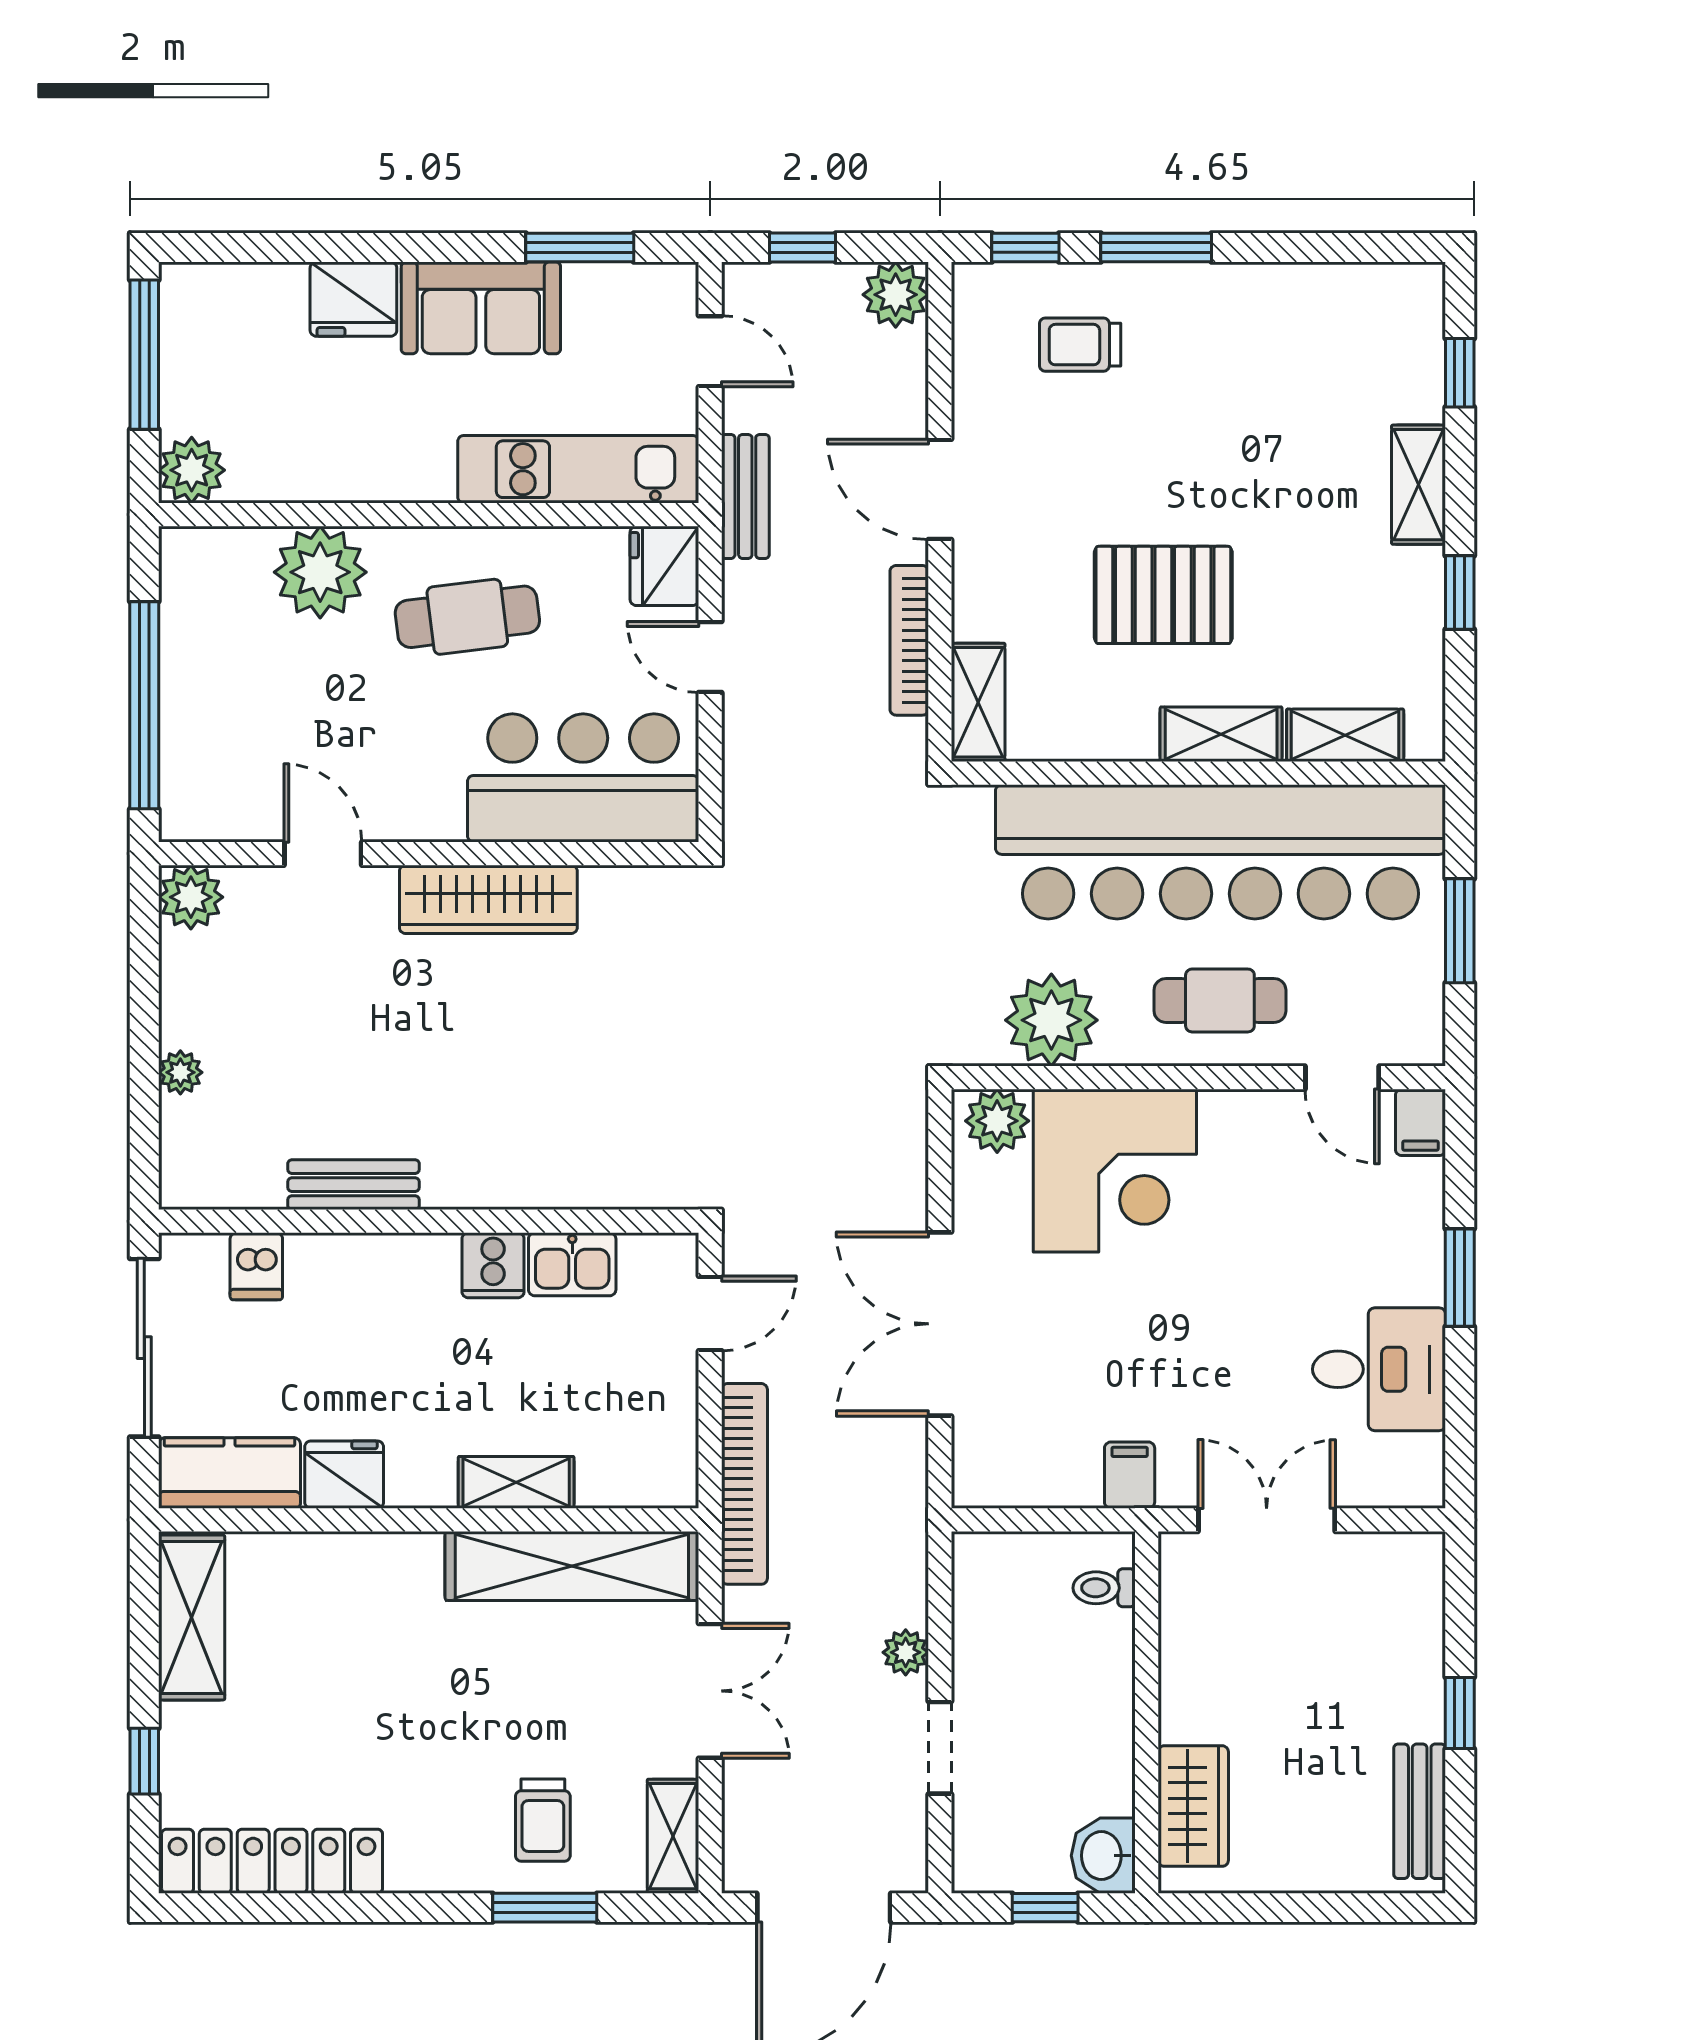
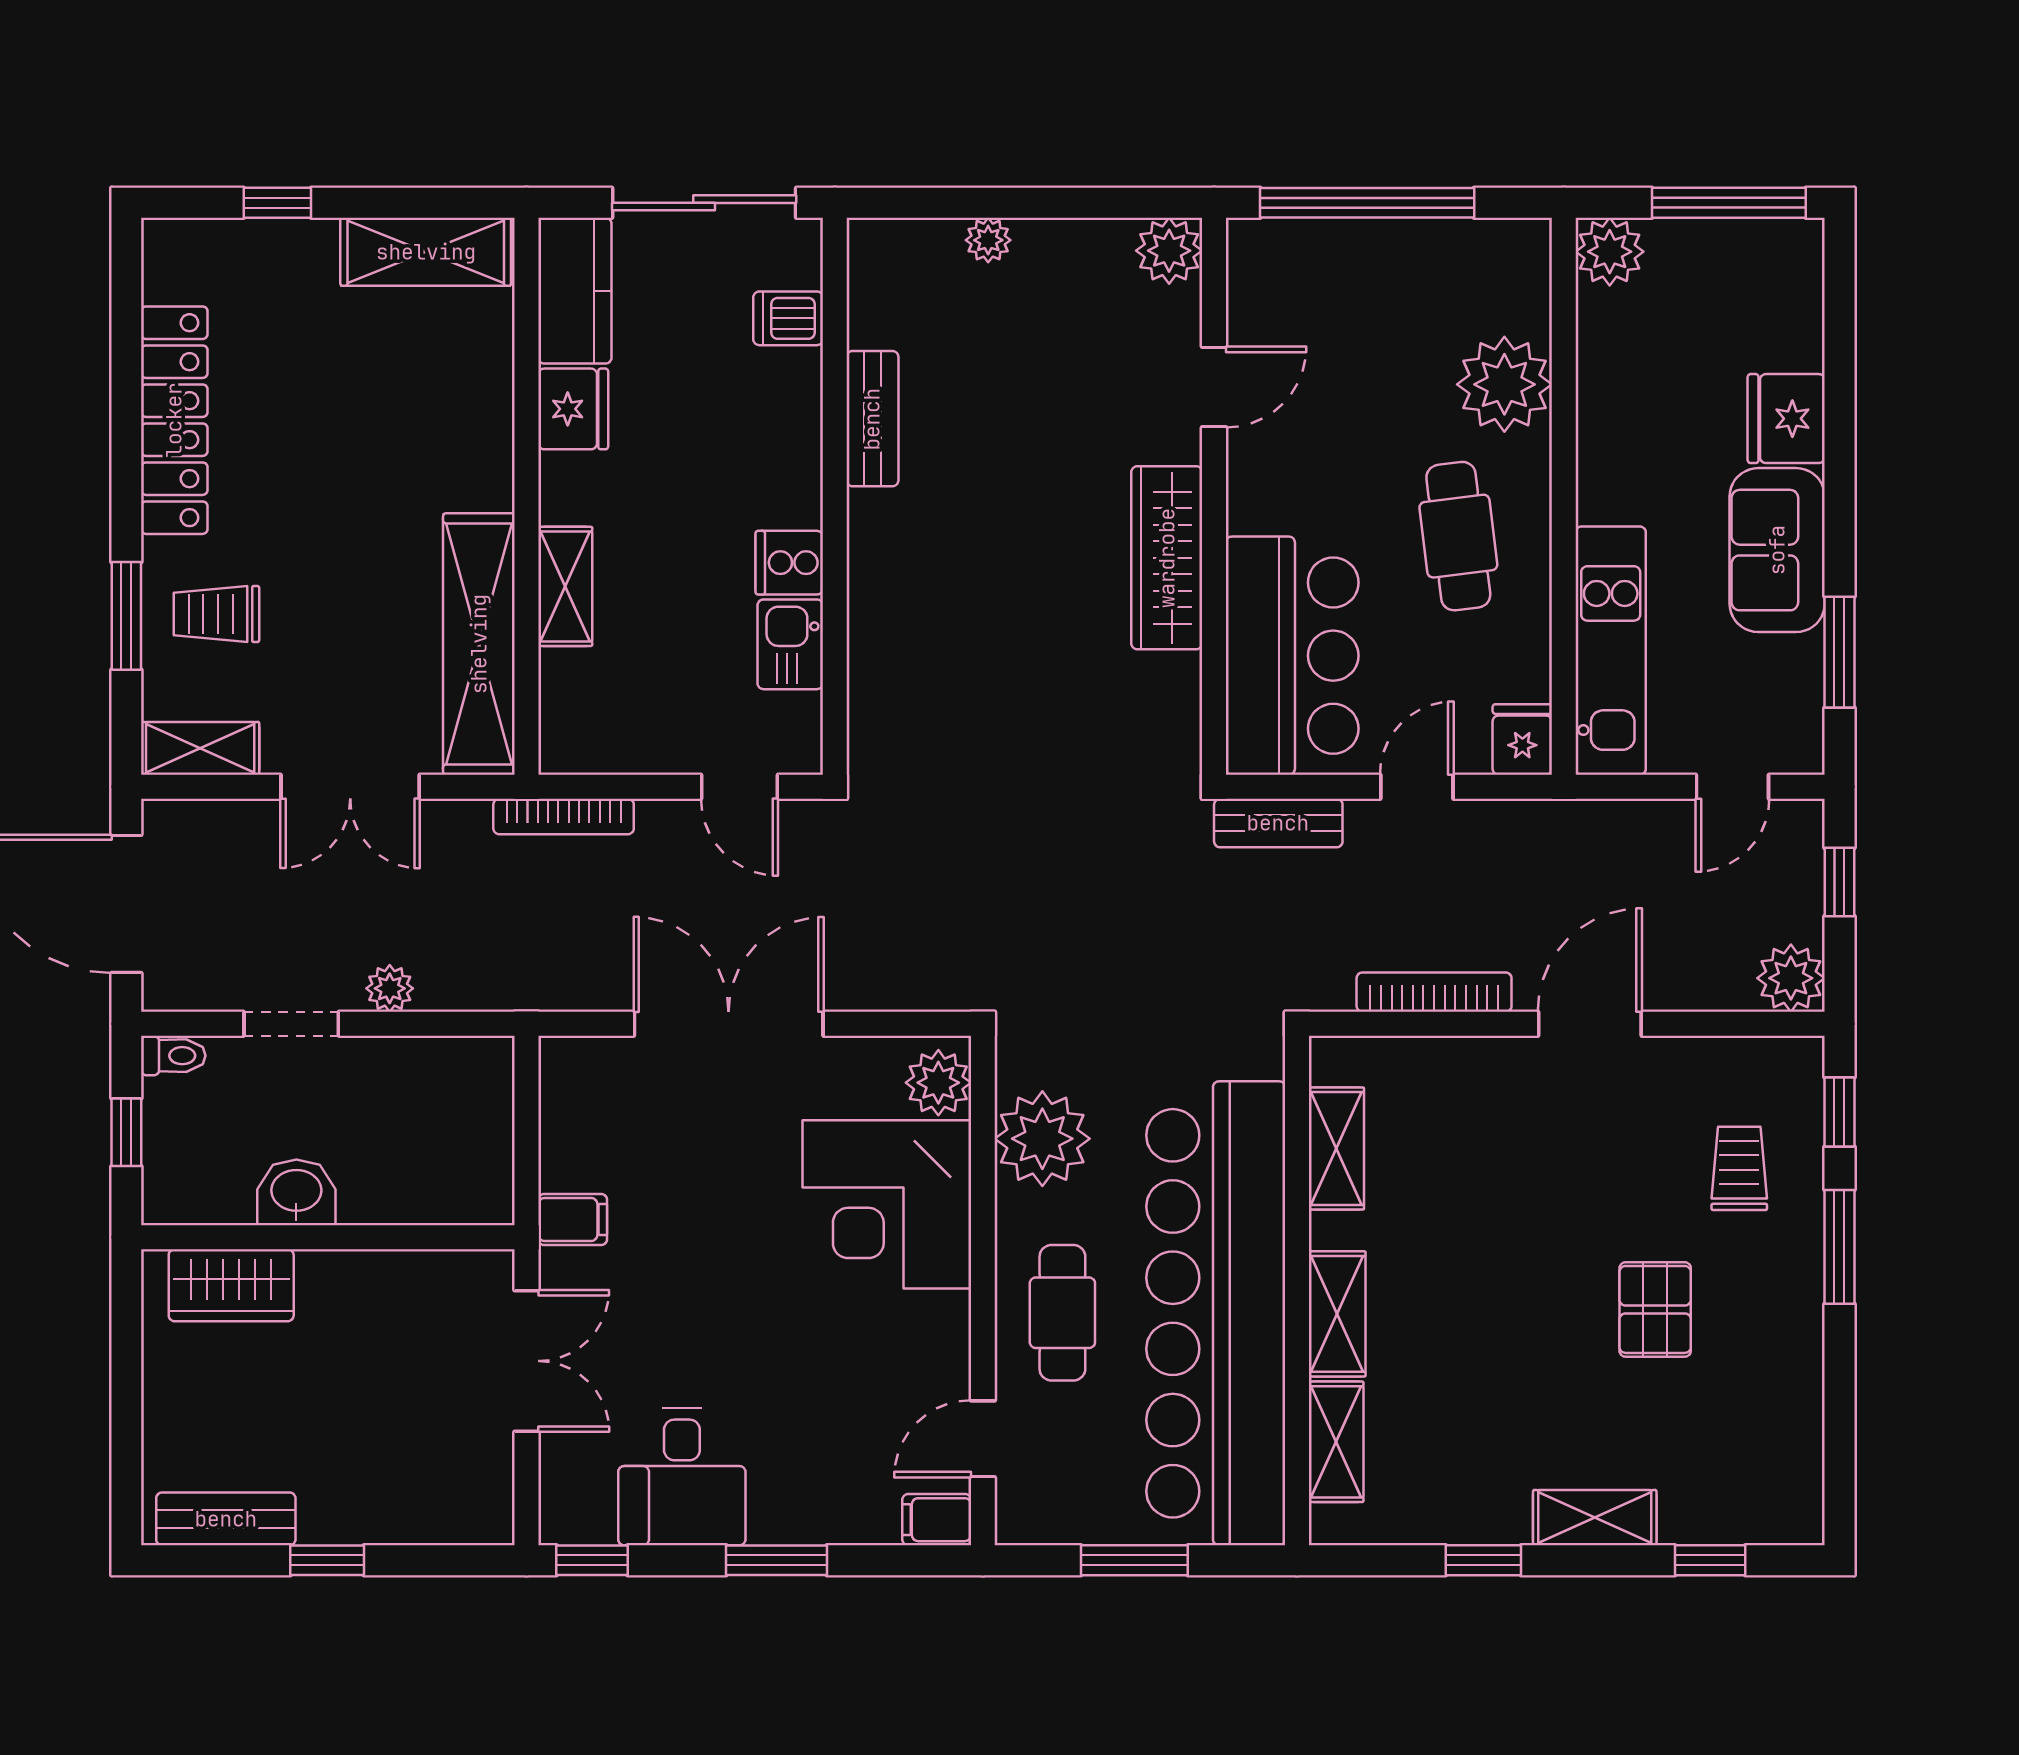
bench: (745, 496) -> (1278, 823), moved
fridge: (664, 566) -> (1522, 739), width x0.72
pallet: (1163, 595) -> (1655, 1309), moved, width x0.67, depth x0.71
shelving: (978, 702) -> (1336, 1148), moved, turned 90
window: (1460, 1456) -> (592, 1560), added
bookcase: (744, 1484) -> (564, 816), width x0.68, depth x0.76
toilet: (1104, 1588) -> (173, 1056), moved, turned 90
washbasin: (1103, 1856) -> (296, 1192), moved
locker: (272, 1861) -> (174, 420), moved

